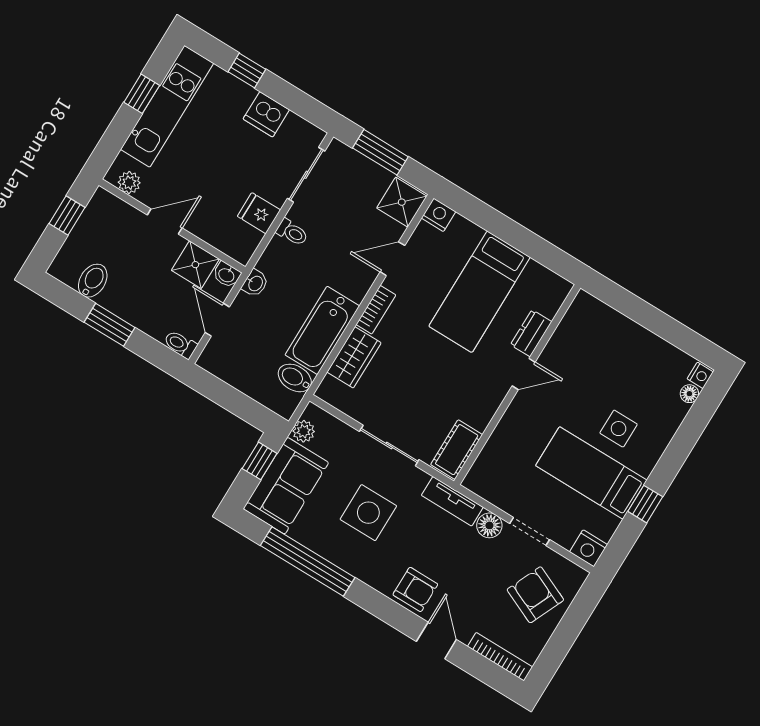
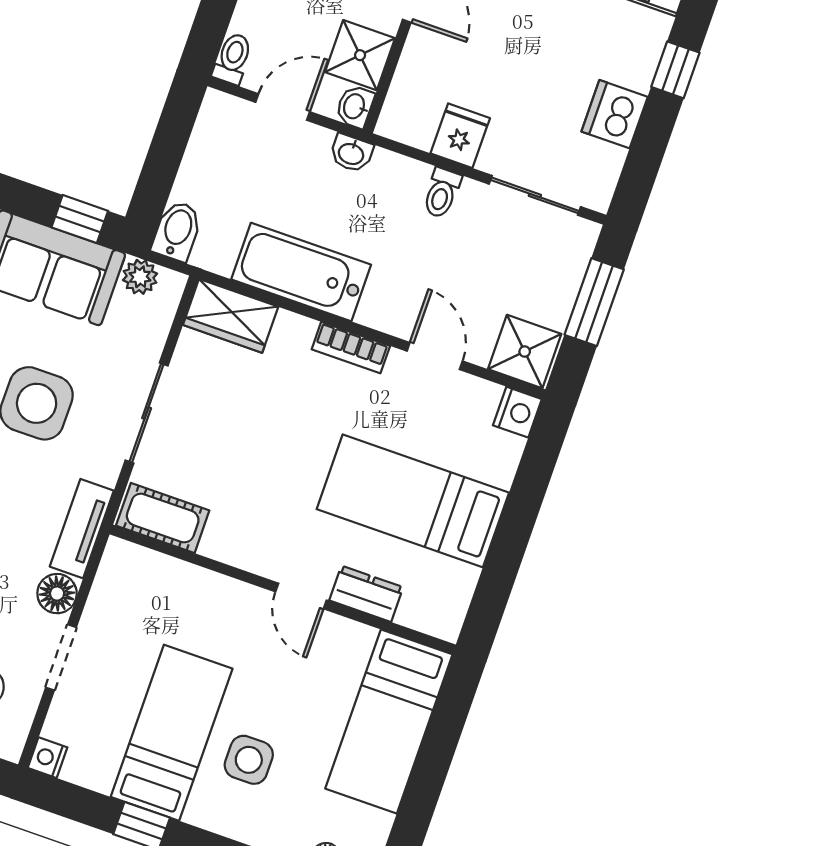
bed: (614, 336) -> (389, 722), added
wardrobe: (354, 357) -> (231, 316), moved
bidet: (295, 378) -> (177, 231), moved
nightstand: (589, 548) -> (48, 758), width x0.72, depth x0.74

